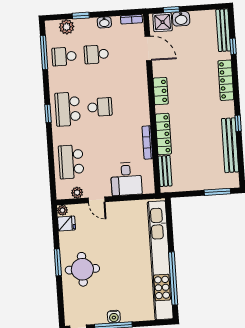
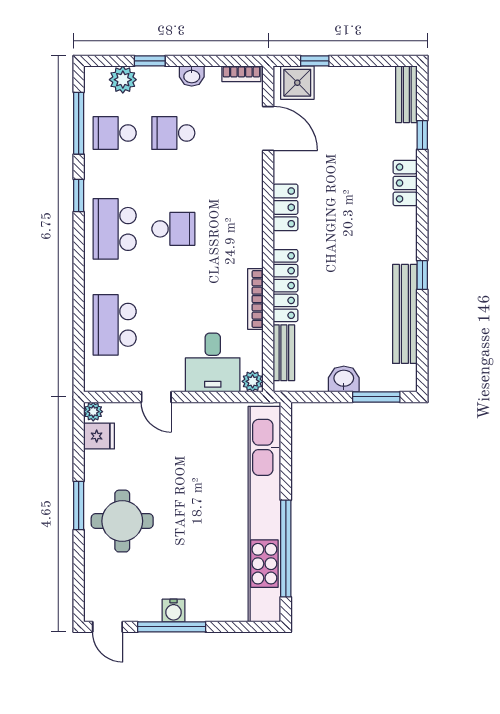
washbasin: (181, 19) -> (344, 379), moved, turned 180
bench: (223, 30) -> (406, 94), width x0.73
locker: (226, 80) -> (405, 183), width x0.66
window: (48, 114) -> (79, 196), moved
plant: (77, 193) -> (253, 381), moved

